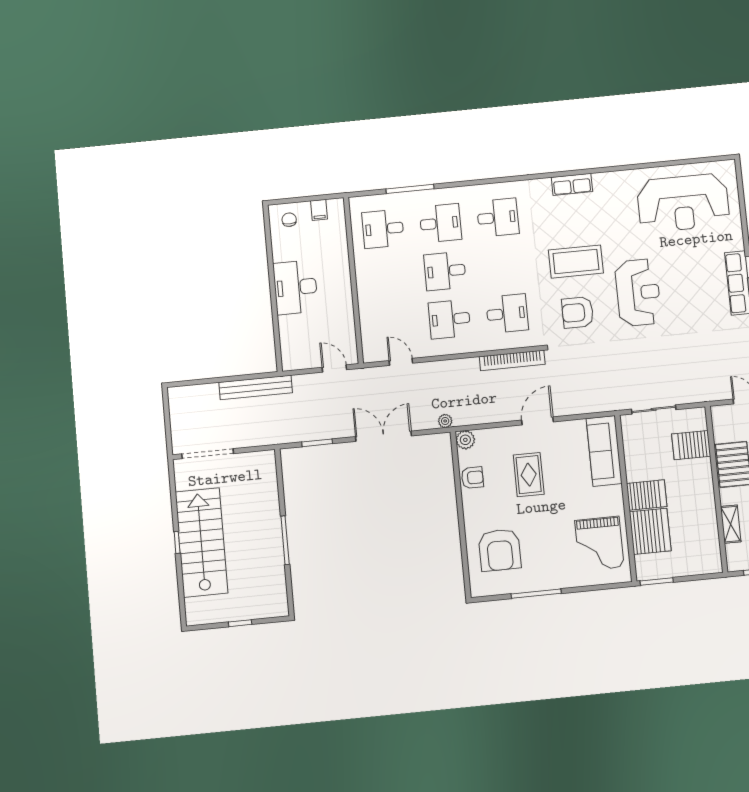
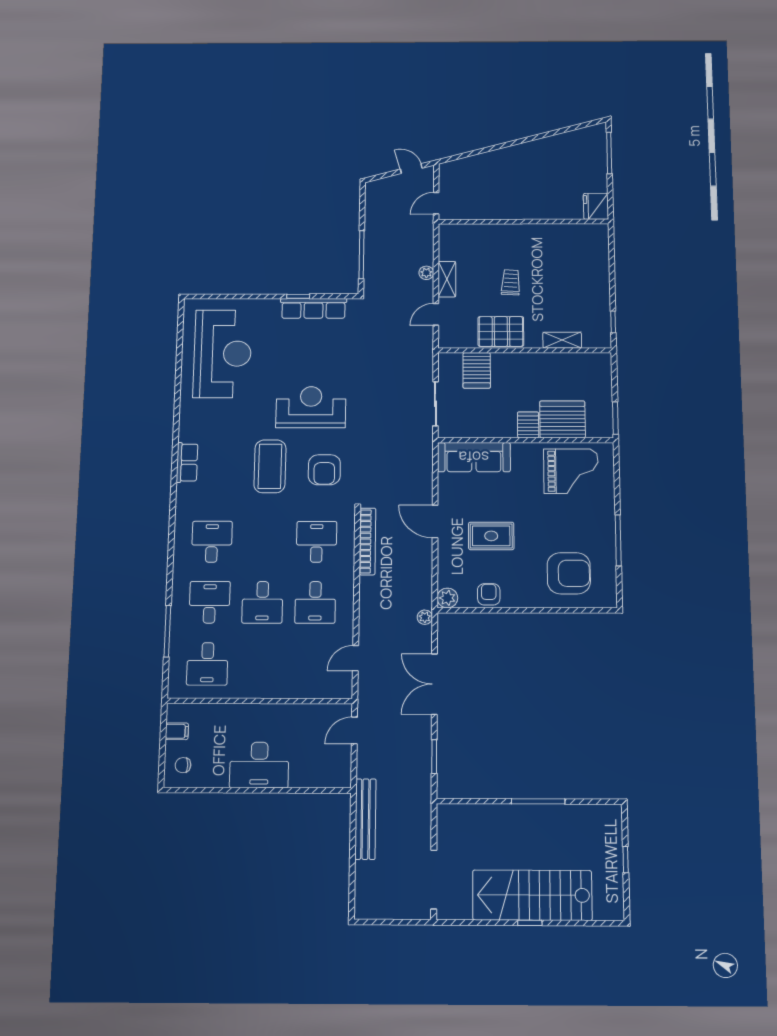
server rack: (647, 495) -> (528, 425), width x0.73, depth x0.70

